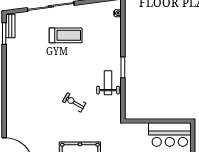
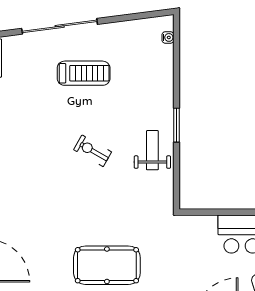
exercise bike: (74, 102) -> (93, 151), moved

